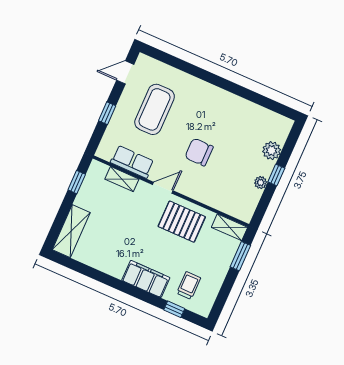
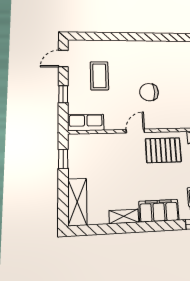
coffee table: (155, 109) -> (99, 76), width x0.73, depth x0.76
row of seats: (132, 162) -> (86, 122), moved
shelving: (122, 179) -> (124, 216), moved

